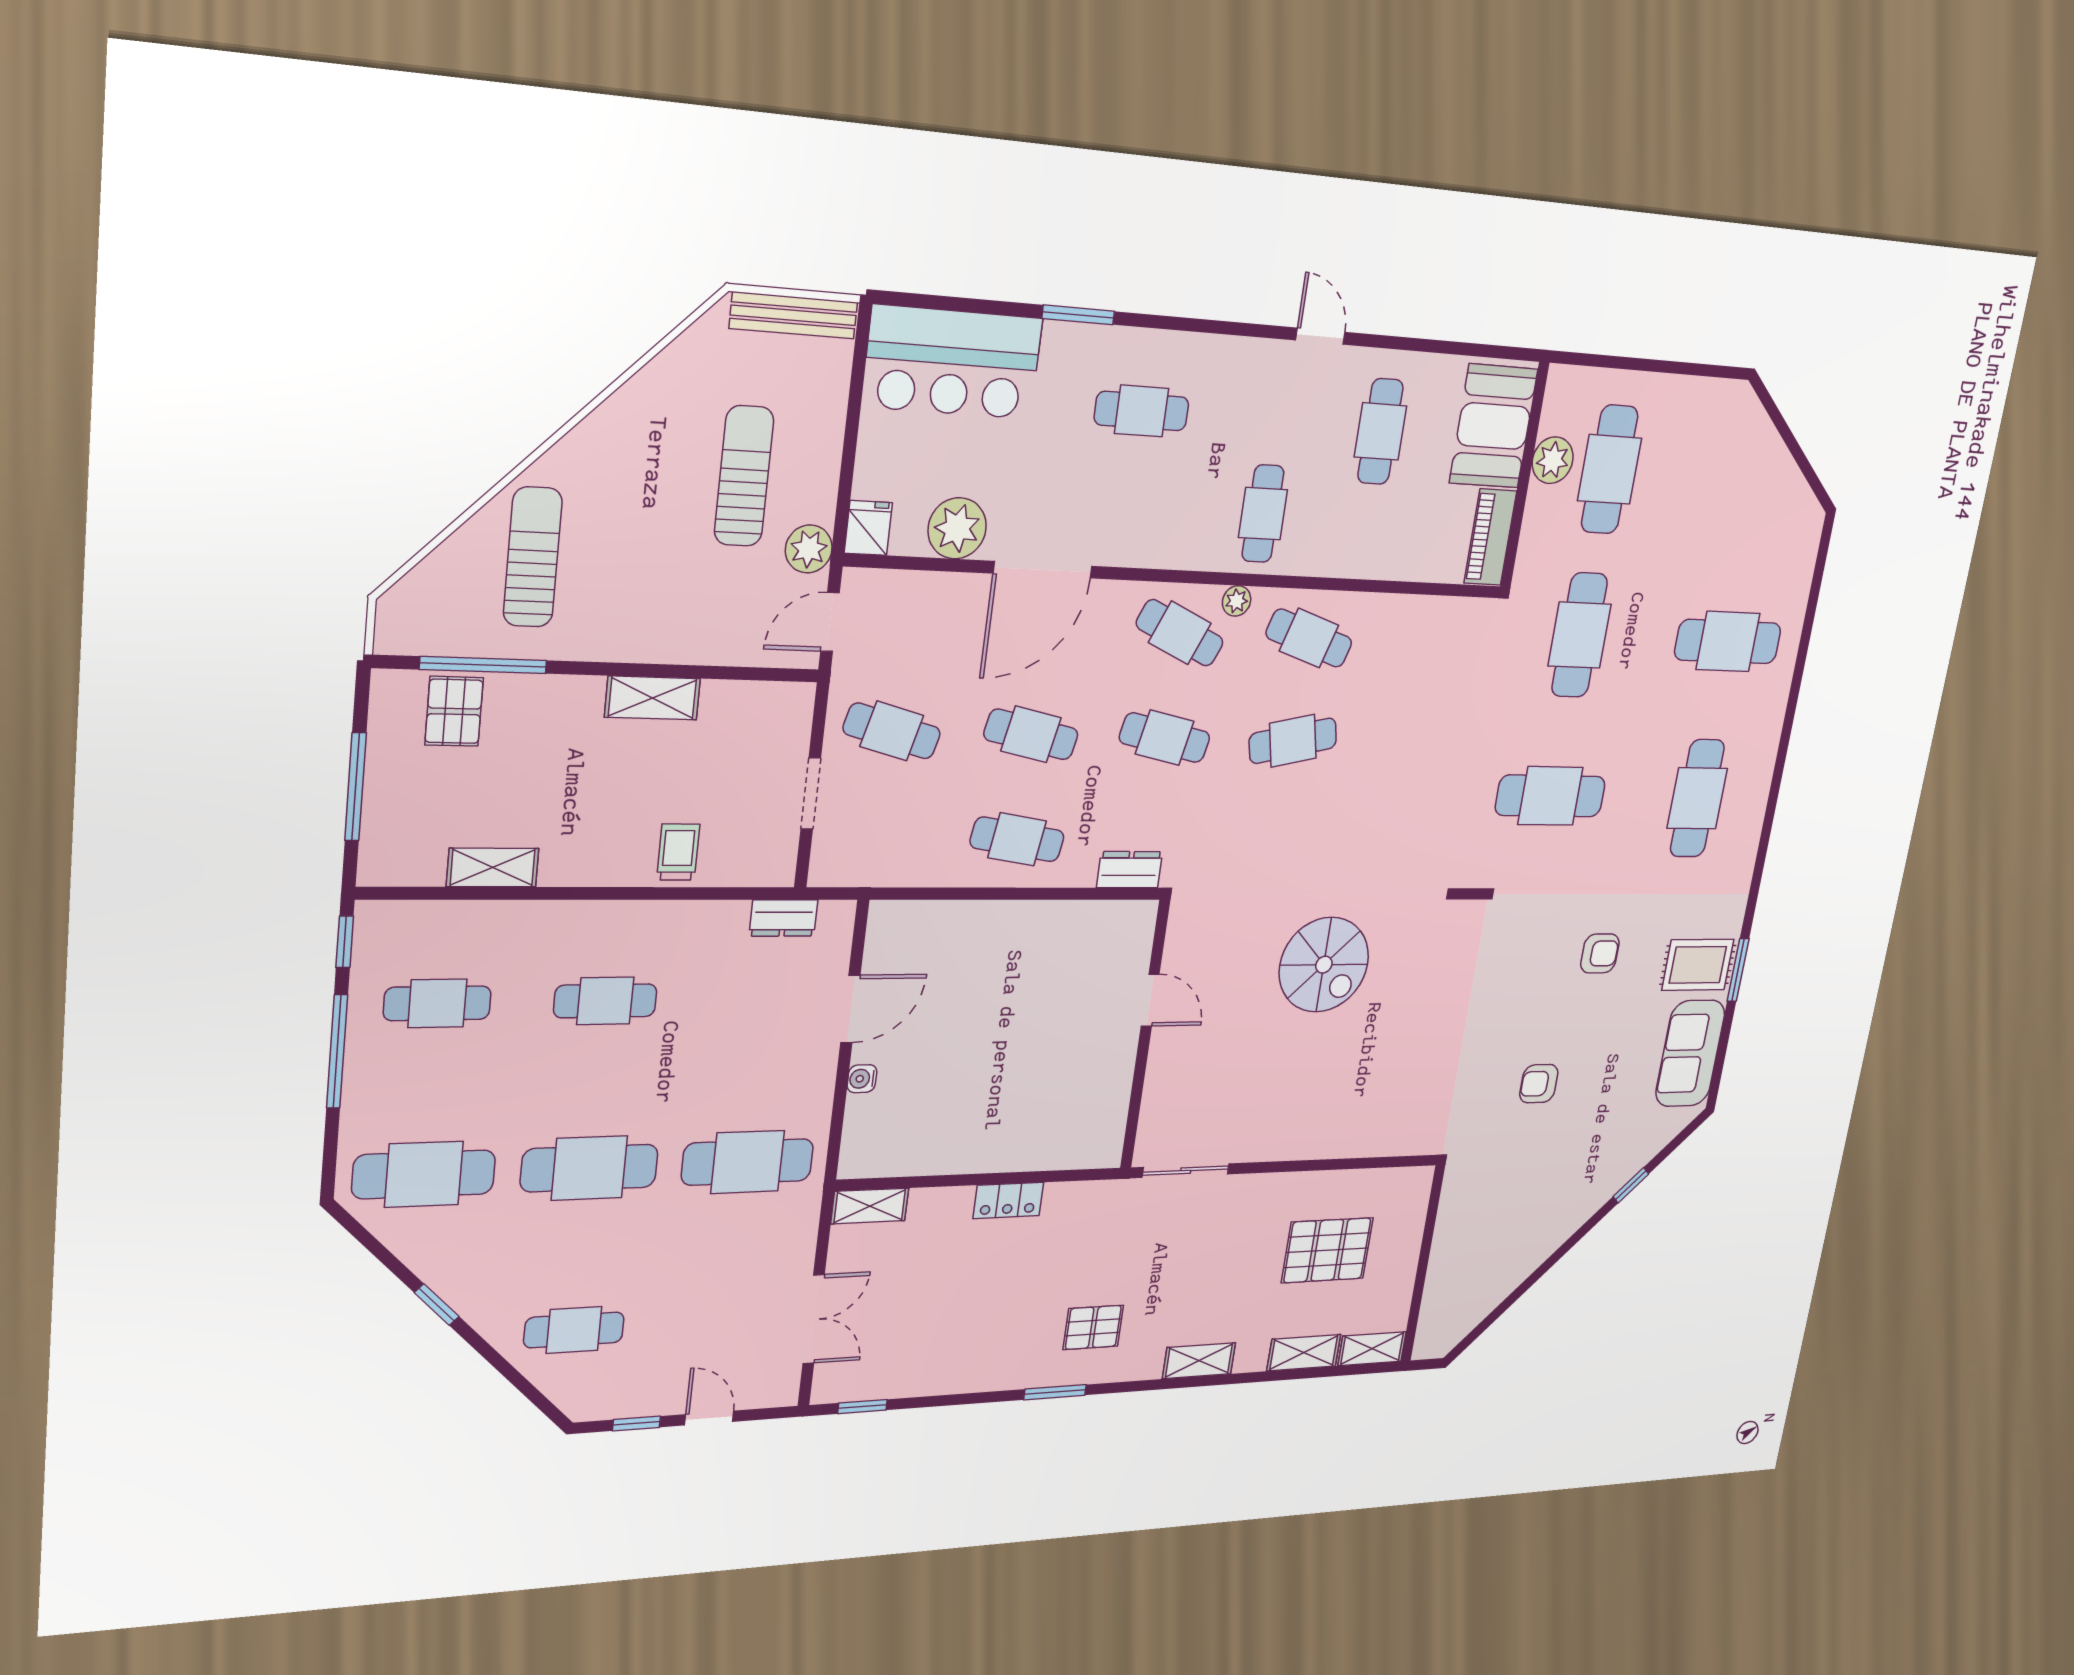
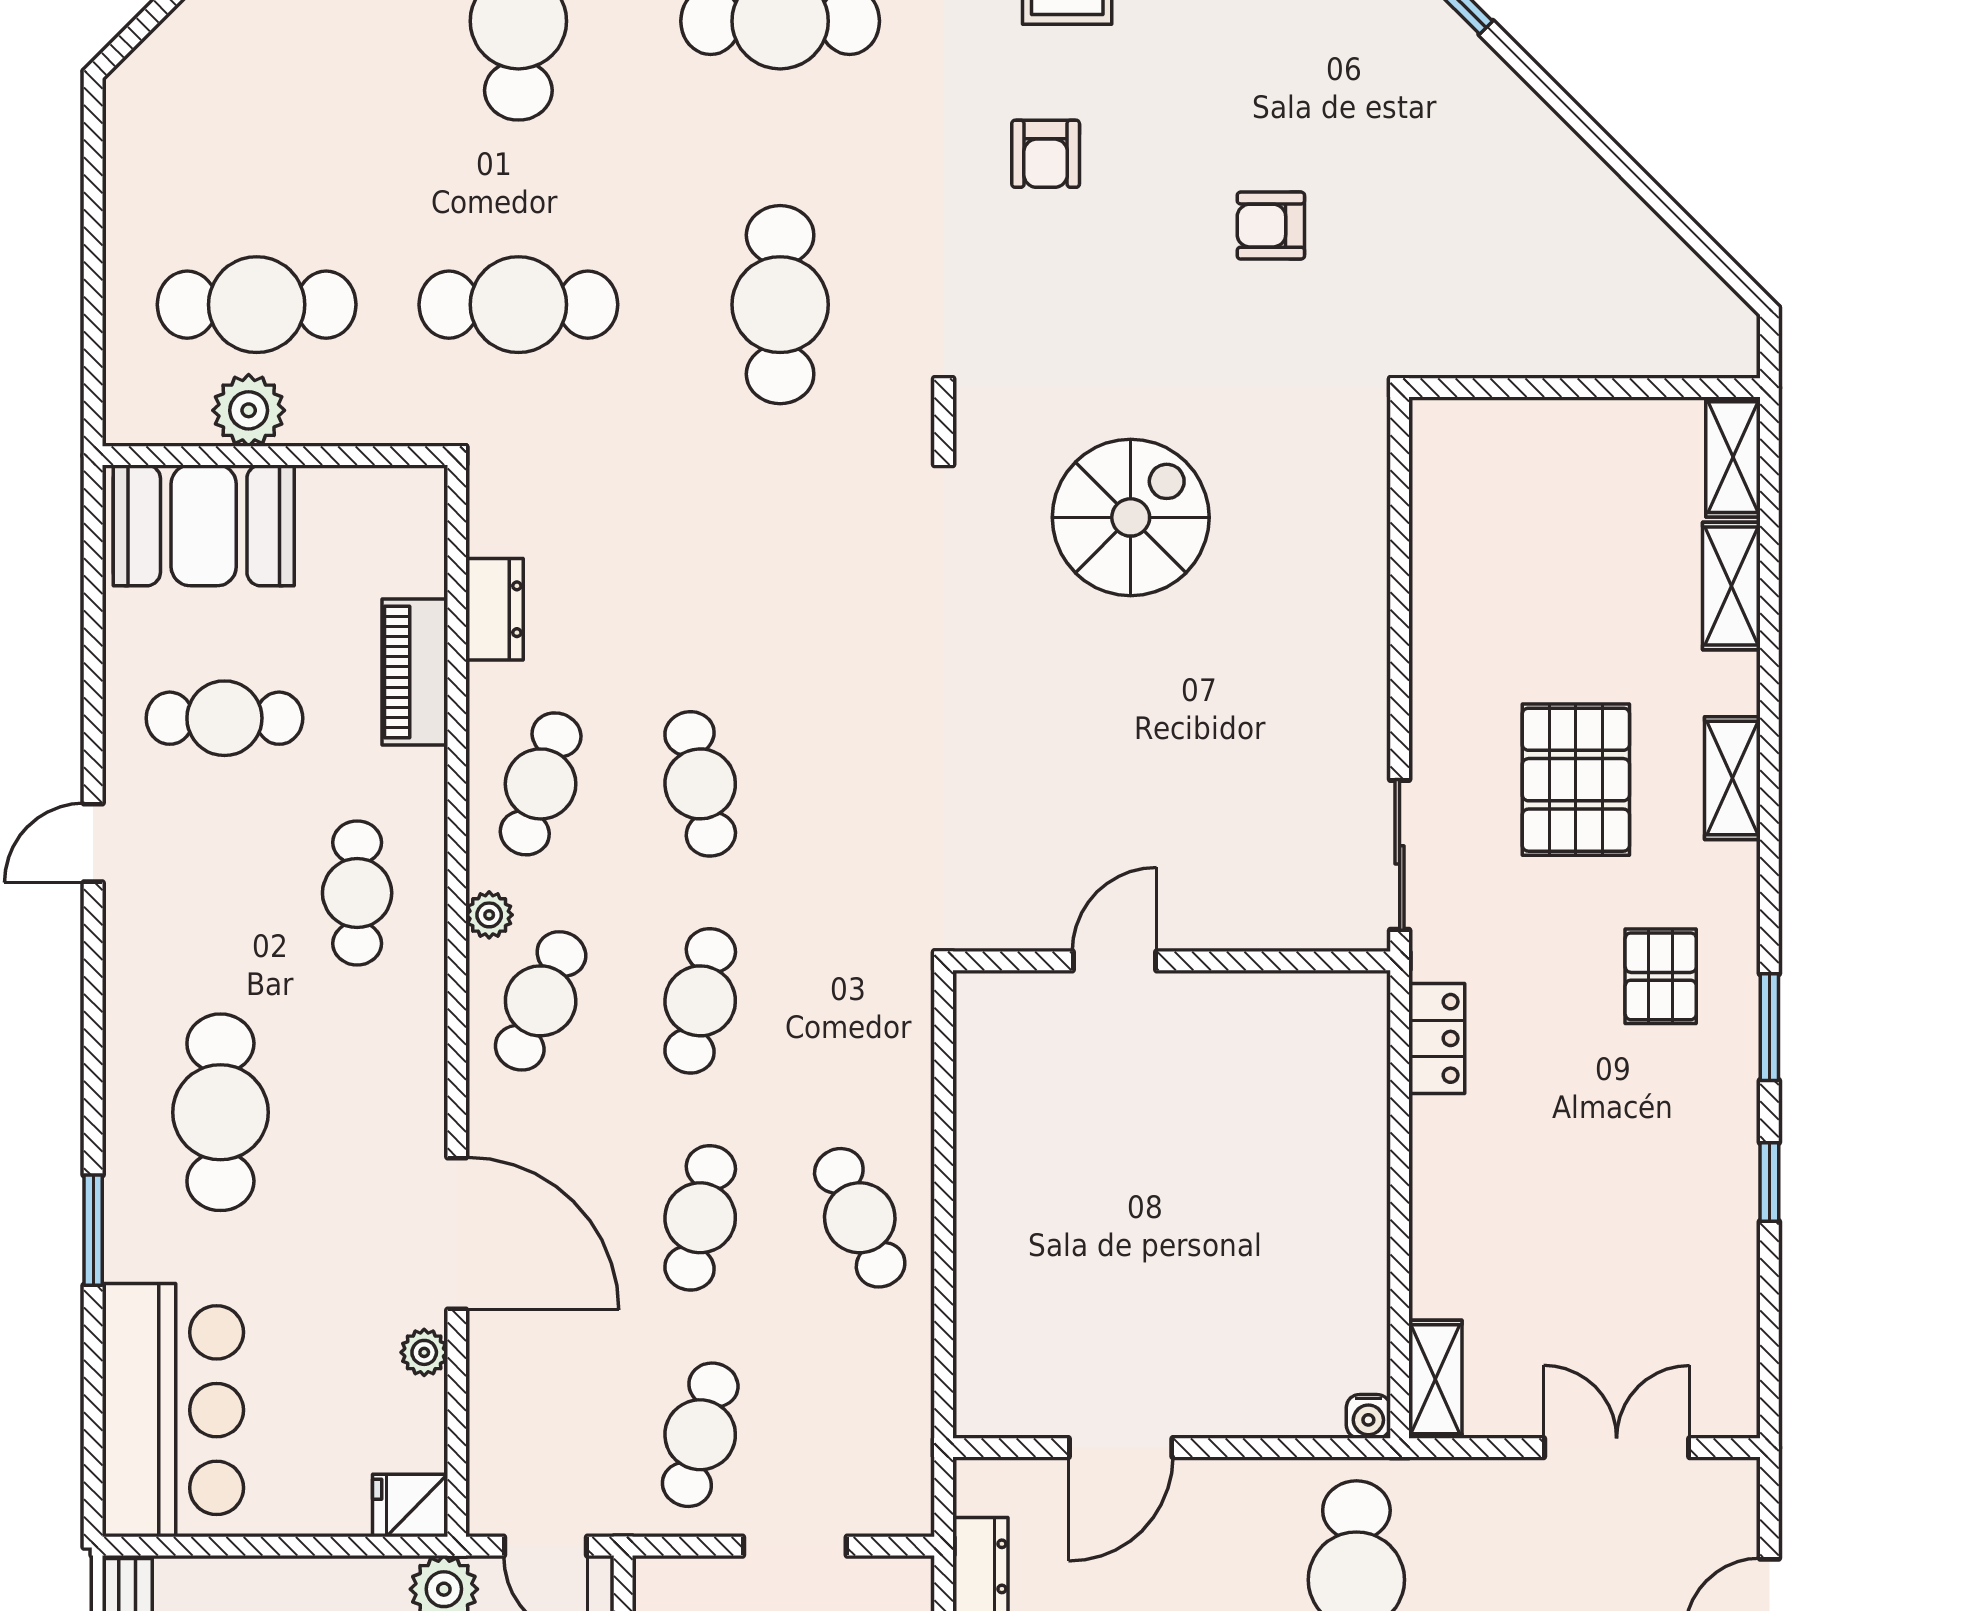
cafe table: (1142, 411) -> (220, 1112), width x1.37, depth x1.35
cafe table: (1263, 514) -> (357, 893), turned 90
plant: (957, 528) -> (424, 1352), width x0.53, depth x0.53
piano: (1490, 537) -> (415, 672), moved, turned 90
cafe table: (1017, 839) -> (860, 1218), turned -33
dresser: (1130, 870) -> (495, 609), moved, turned 180
armchair: (1600, 953) -> (1046, 154), turned 180
spiral stairs: (1324, 965) -> (1131, 517), moved
door: (850, 1009) -> (1121, 1448), swing flipped
water cooler: (862, 1079) -> (1368, 1416), moved
armchair: (1539, 1084) -> (1271, 226), turned 90
locker: (1008, 1200) -> (1437, 1038), moved
pallet: (1327, 1250) -> (1576, 780), moved
window: (862, 1407) -> (1769, 1182), moved

